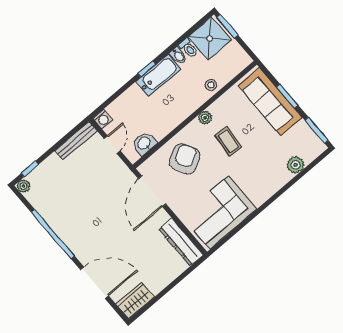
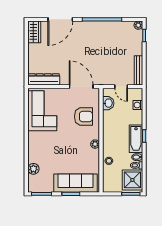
washing machine: (103, 119) -> (138, 105), moved
coffee table: (228, 141) -> (74, 146), removed
armchair: (185, 159) -> (83, 117), turned -61

